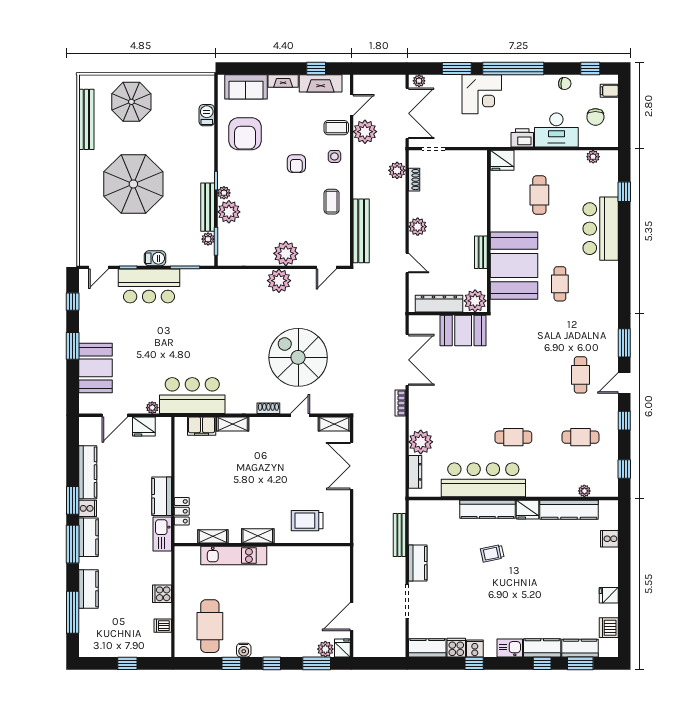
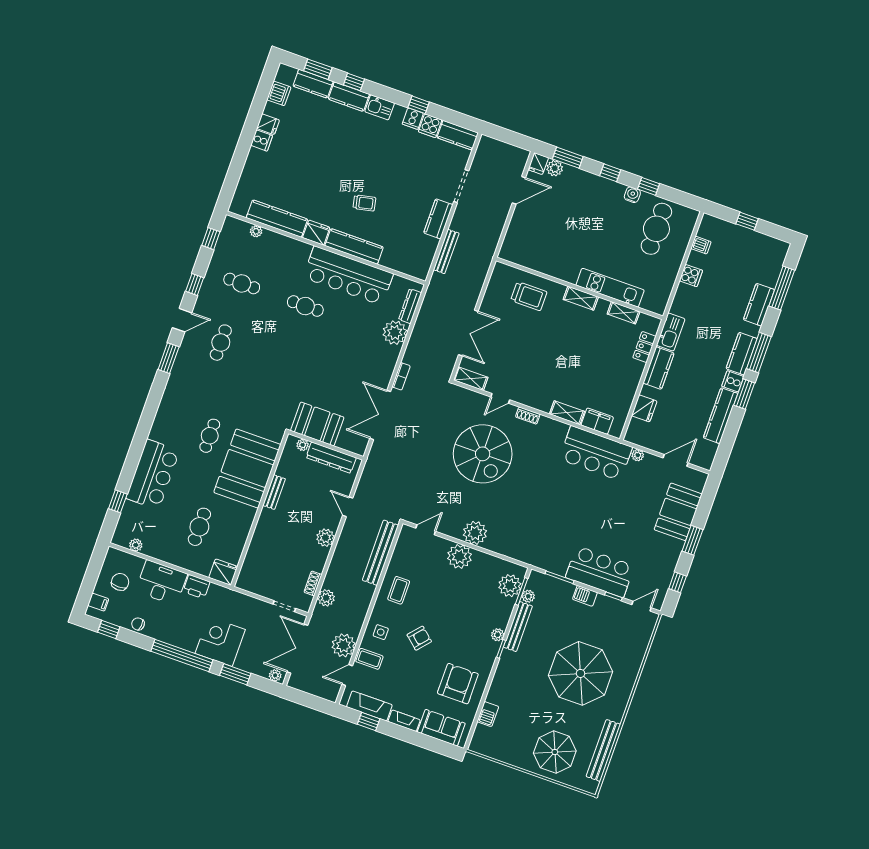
armchair: (296, 164) -> (419, 638), turned 41
plant: (229, 212) -> (510, 586), moved
plant: (475, 301) -> (303, 445), width x0.53, depth x0.53
fridge: (144, 426) -> (644, 408), moved, turned 90
cooker: (609, 539) -> (262, 140), moved

